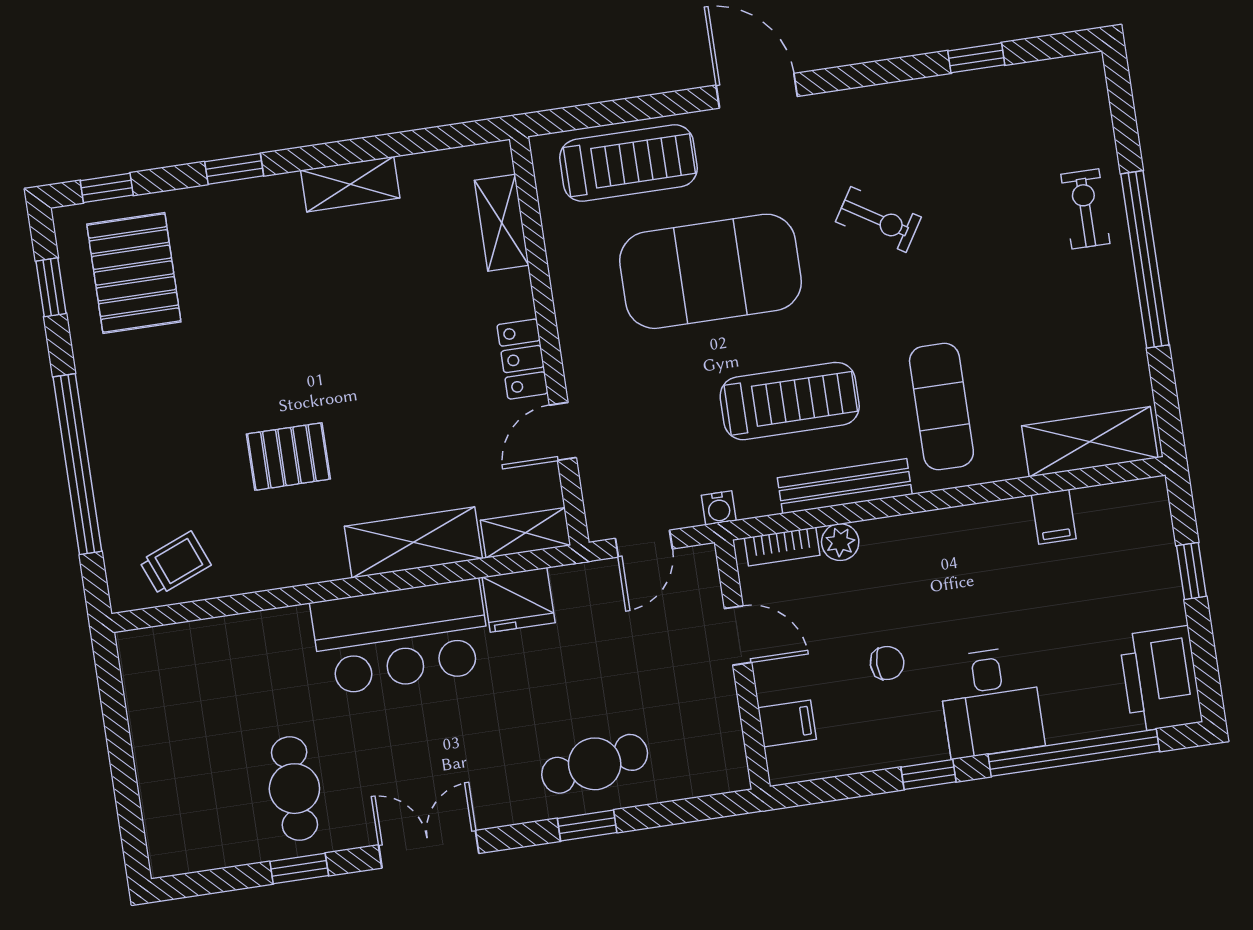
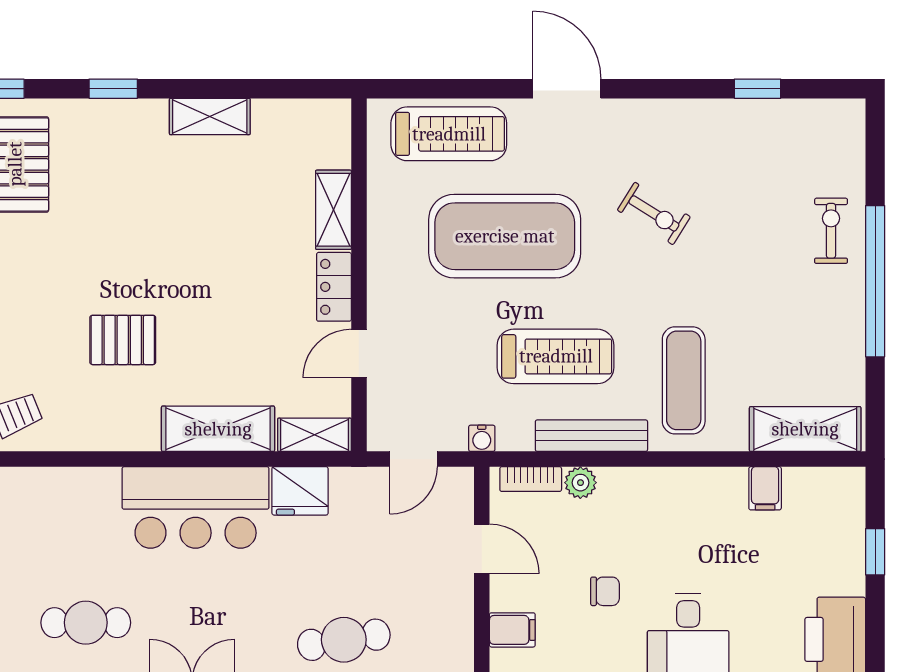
shelving: (502, 223) -> (333, 210), moved
cafe table: (294, 789) -> (86, 623), turned 90

